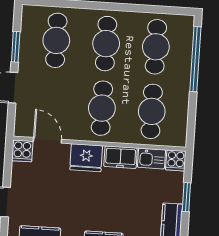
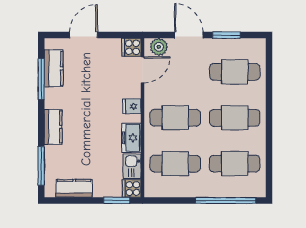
plant: (24, 121) -> (159, 47), added
fridge: (86, 158) -> (132, 106), width x0.53, depth x0.75
window: (186, 197) -> (117, 200), moved

